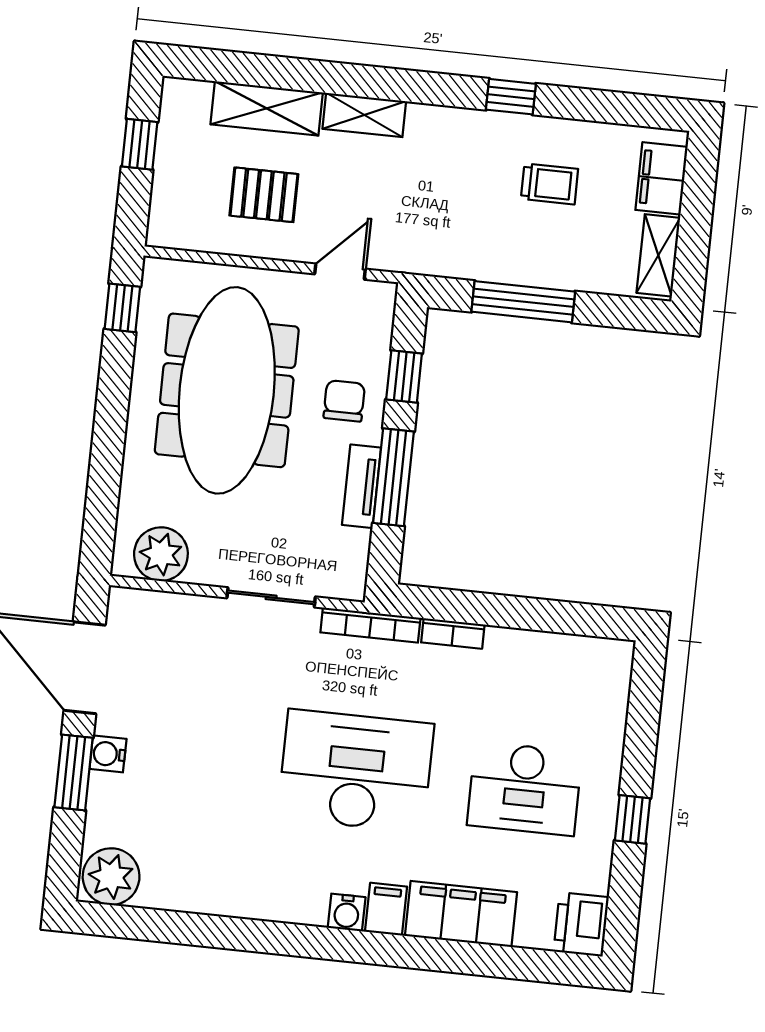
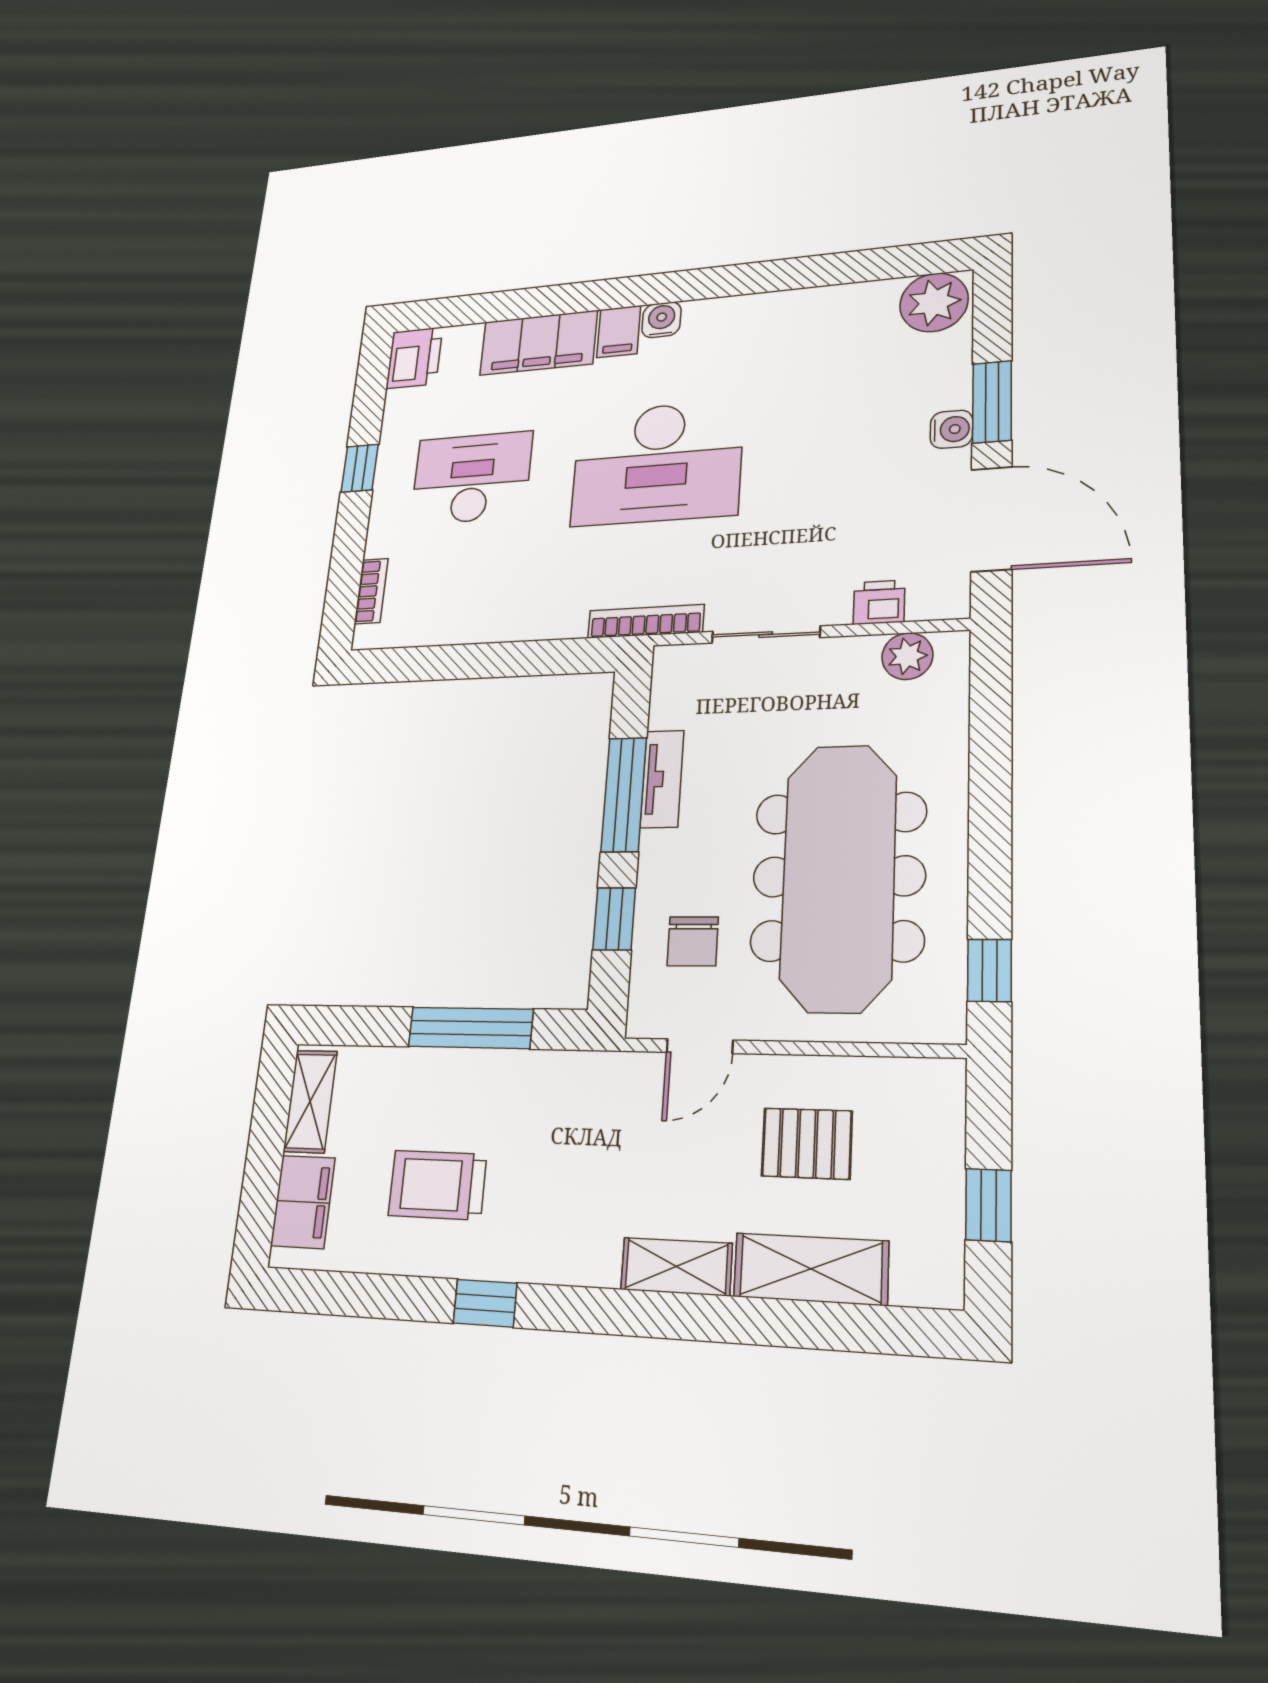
trolley: (550, 184) -> (437, 1185), width x1.36, depth x1.39
chair: (344, 401) -> (693, 941), moved
plant: (161, 554) -> (907, 656), width x0.73, depth x0.73
printer: (178, 611) -> (879, 602), added
bookcase: (453, 633) -> (371, 591), moved, turned 90

